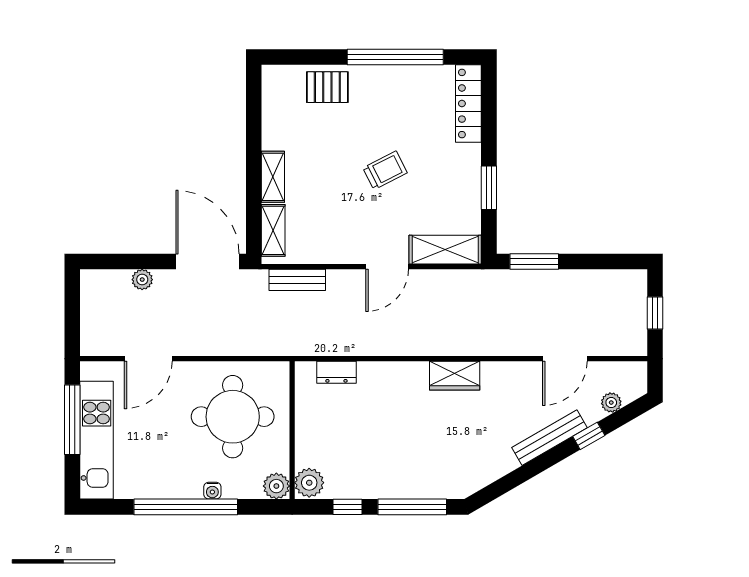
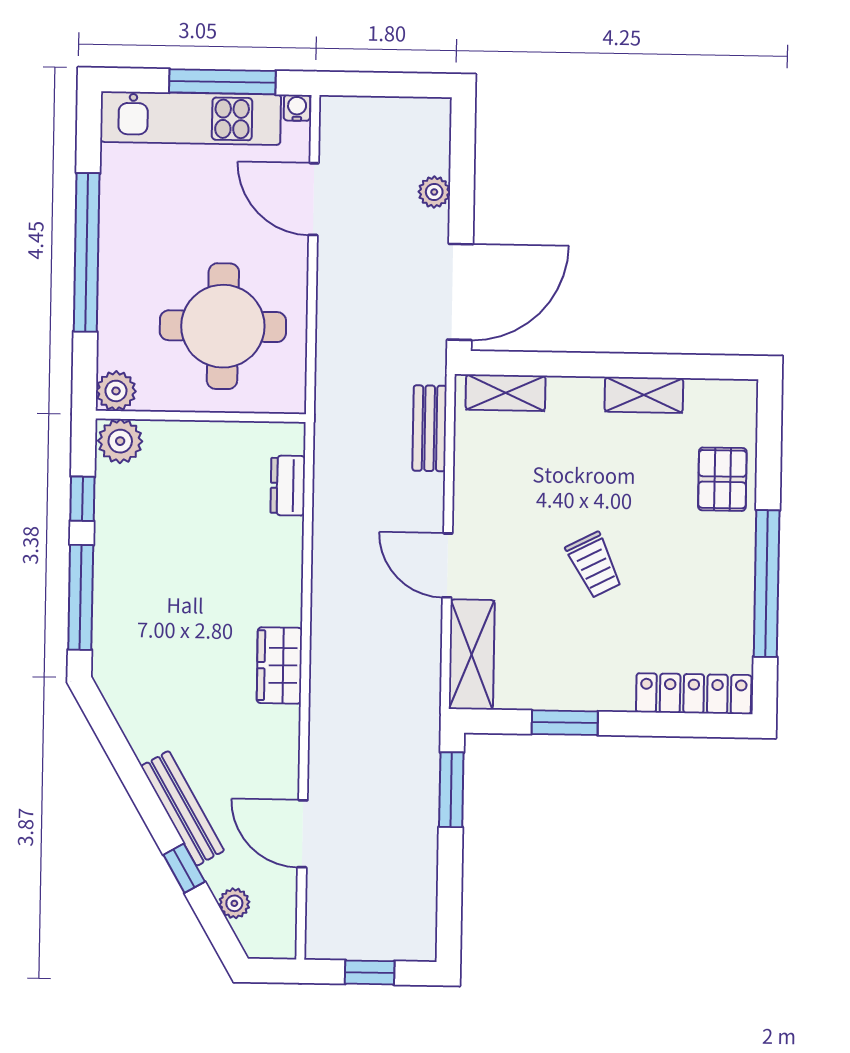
shelving: (273, 177) -> (644, 395), moved
water cooler: (212, 491) -> (297, 108), moved, turned 90

